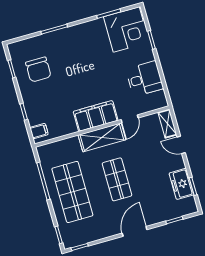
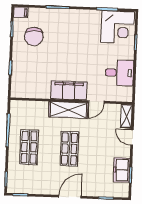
filing cabinet: (39, 131) -> (21, 12), moved
shop shelf: (72, 192) -> (29, 147), width x0.70, depth x0.74

